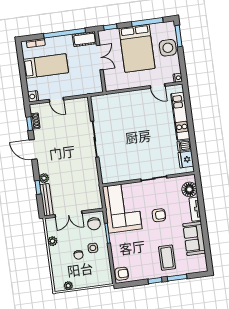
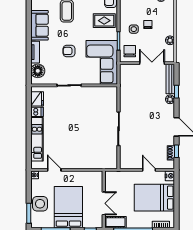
double door: (100, 57) -> (104, 203), swing flipped
bed: (46, 66) -> (154, 198), width x1.50
rug: (126, 253) -> (104, 21), added

